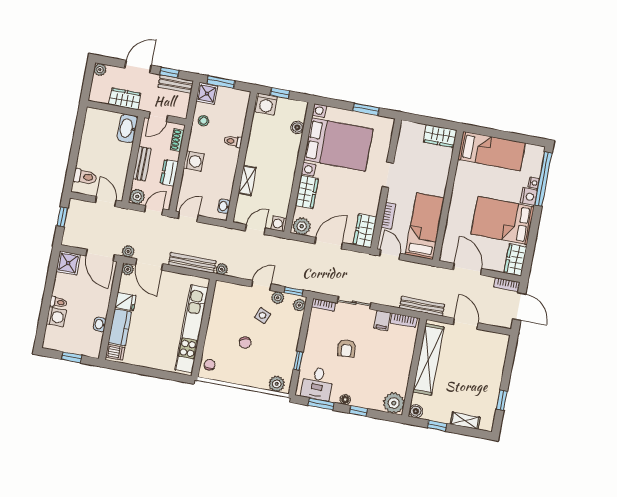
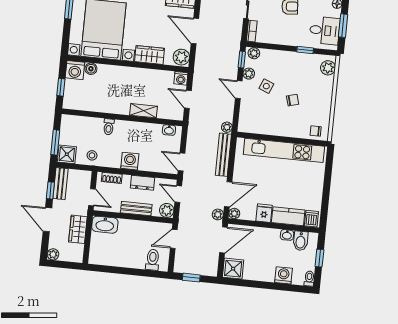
washing machine: (266, 104) -> (75, 70), moved, turned 90
toilet: (58, 302) -> (309, 279), moved
bidet: (92, 339) -> (301, 241), added

